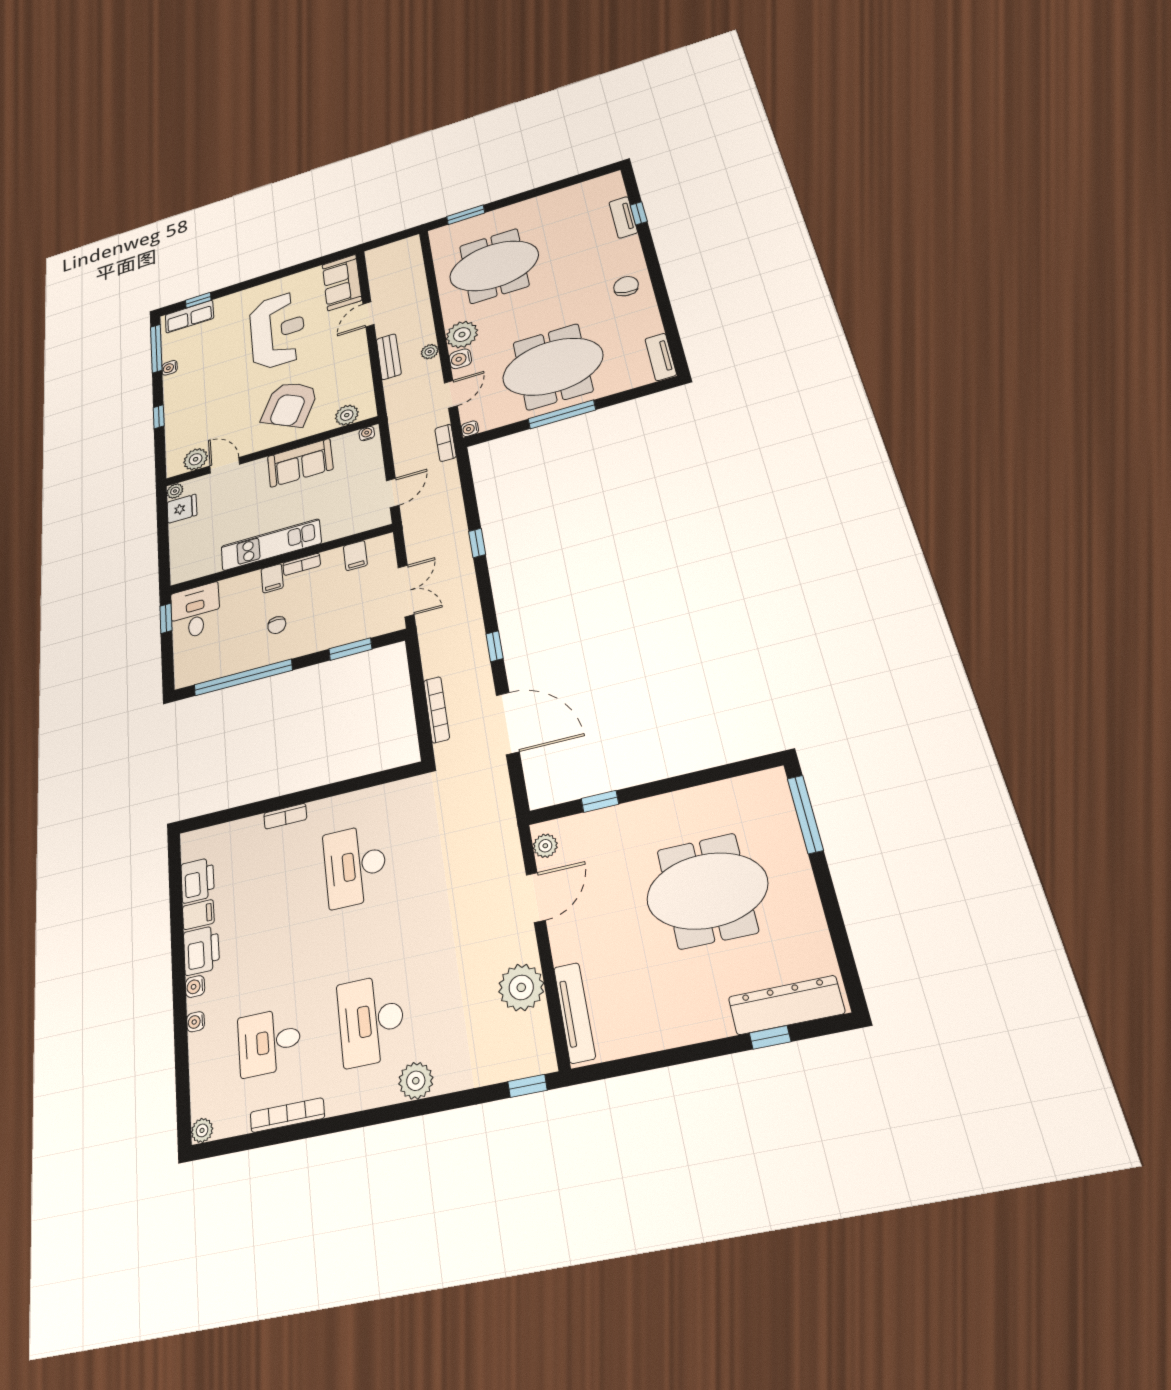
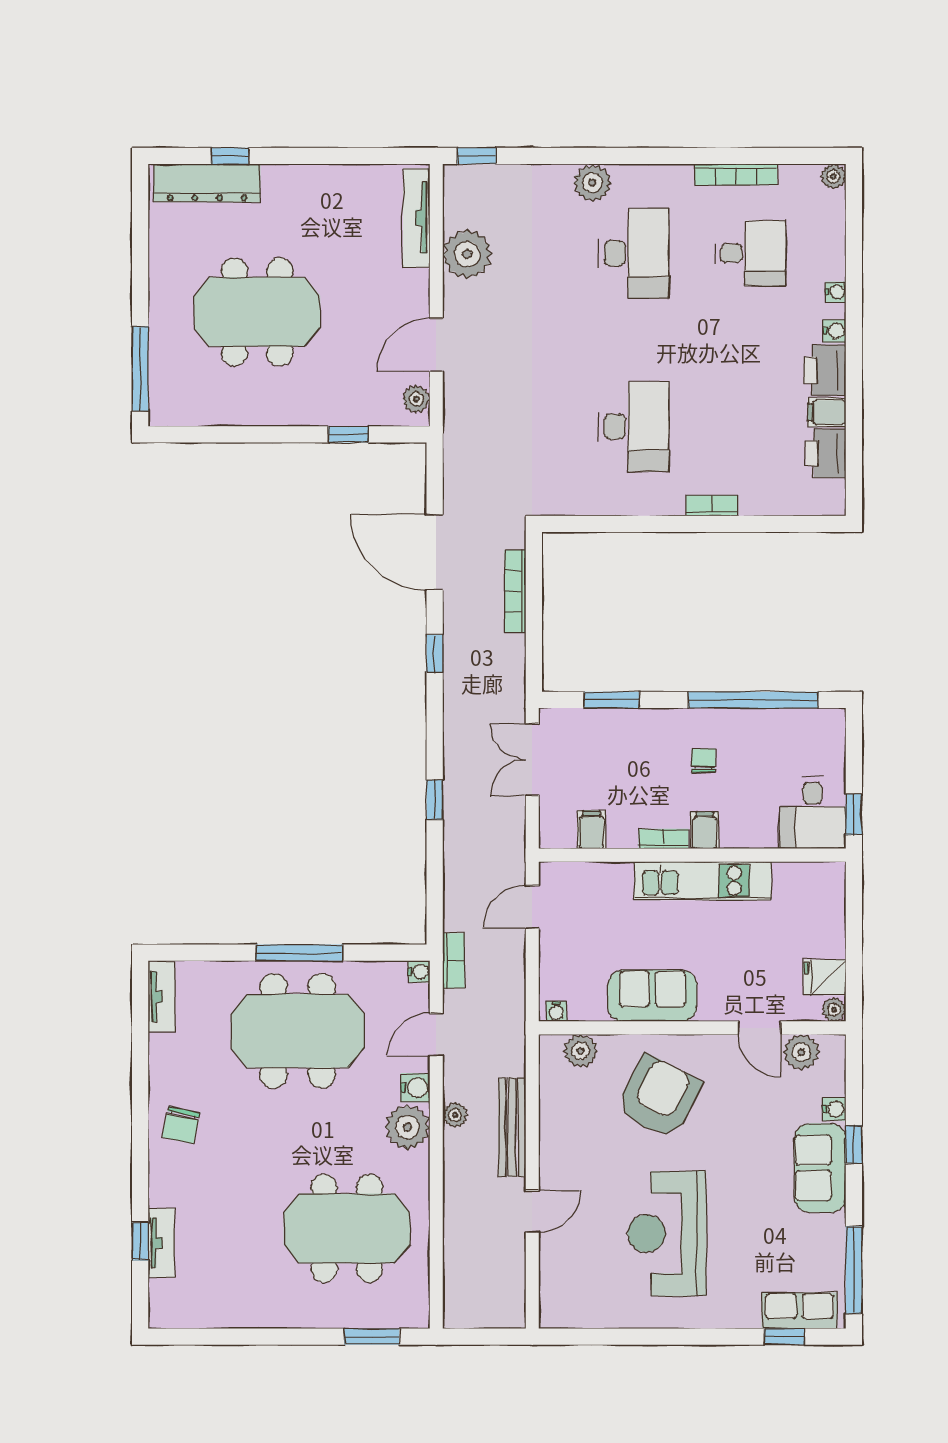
sofa: (342, 282) -> (820, 1168), moved, turned 180
bench: (389, 357) -> (512, 1127), width x1.36
water cooler: (170, 368) -> (834, 1109), moved

